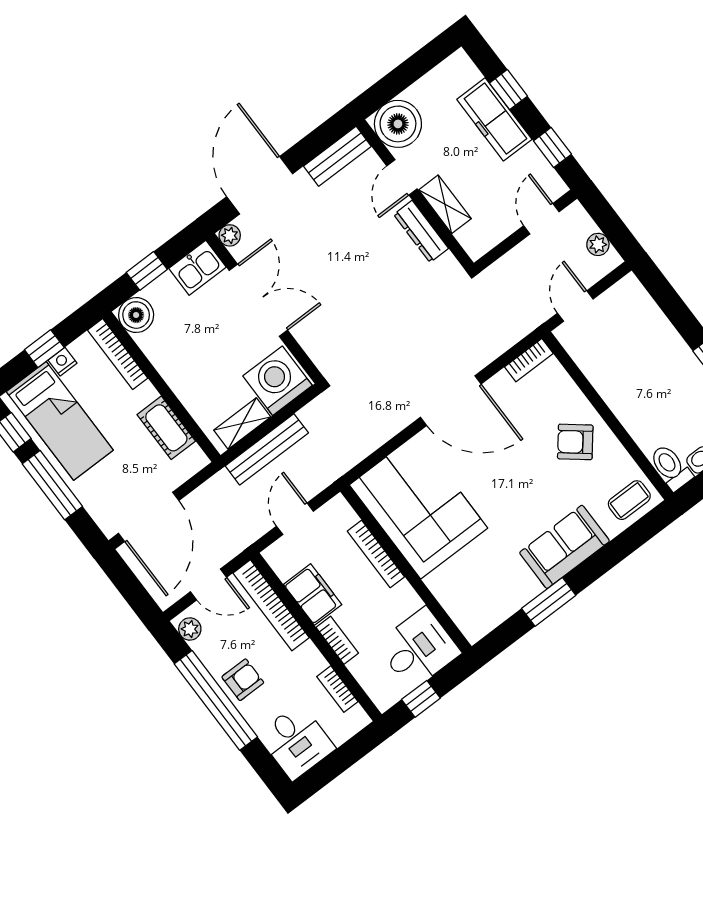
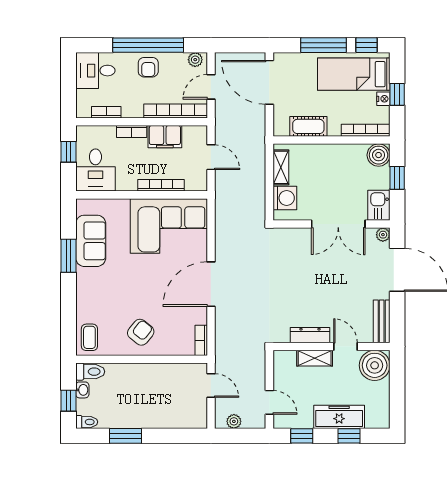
washing machine: (278, 381) -> (285, 198), width x0.73, depth x0.73
bench: (267, 449) -> (258, 170), removed
sofa: (565, 547) -> (91, 241), moved

